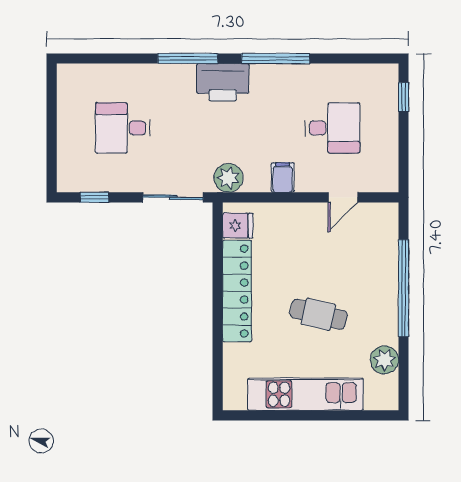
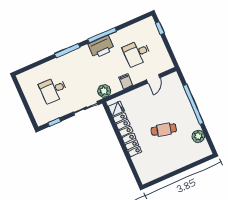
printer: (223, 82) -> (101, 47), moved
desk: (332, 128) -> (137, 53), turned 180
kitchen unit: (305, 394) -> (173, 164), removed

